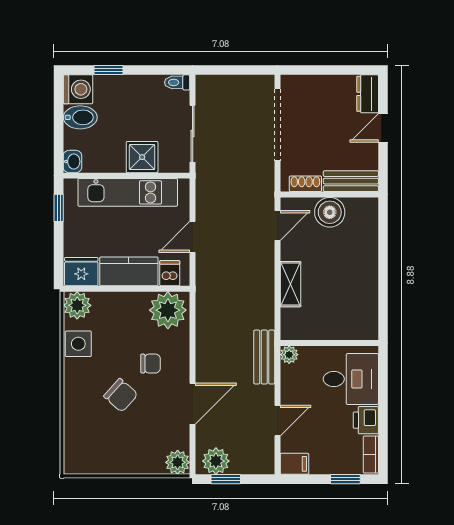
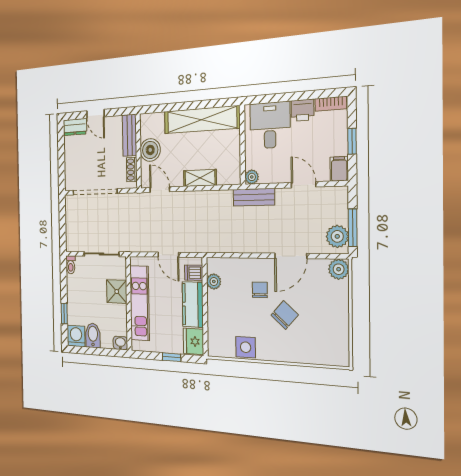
window: (59, 208) -> (171, 357), moved
shelving: (364, 288) -> (202, 120), added
plant: (77, 305) -> (217, 346), removed
plant: (168, 310) -> (214, 281), width x0.53, depth x0.53
door: (193, 404) -> (291, 256), swing flipped
window: (226, 479) -> (353, 228), width x1.50
window: (345, 479) -> (352, 141), moved

